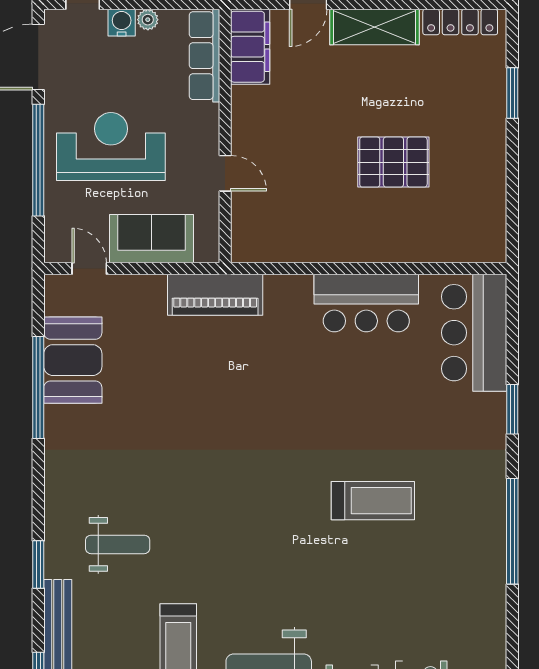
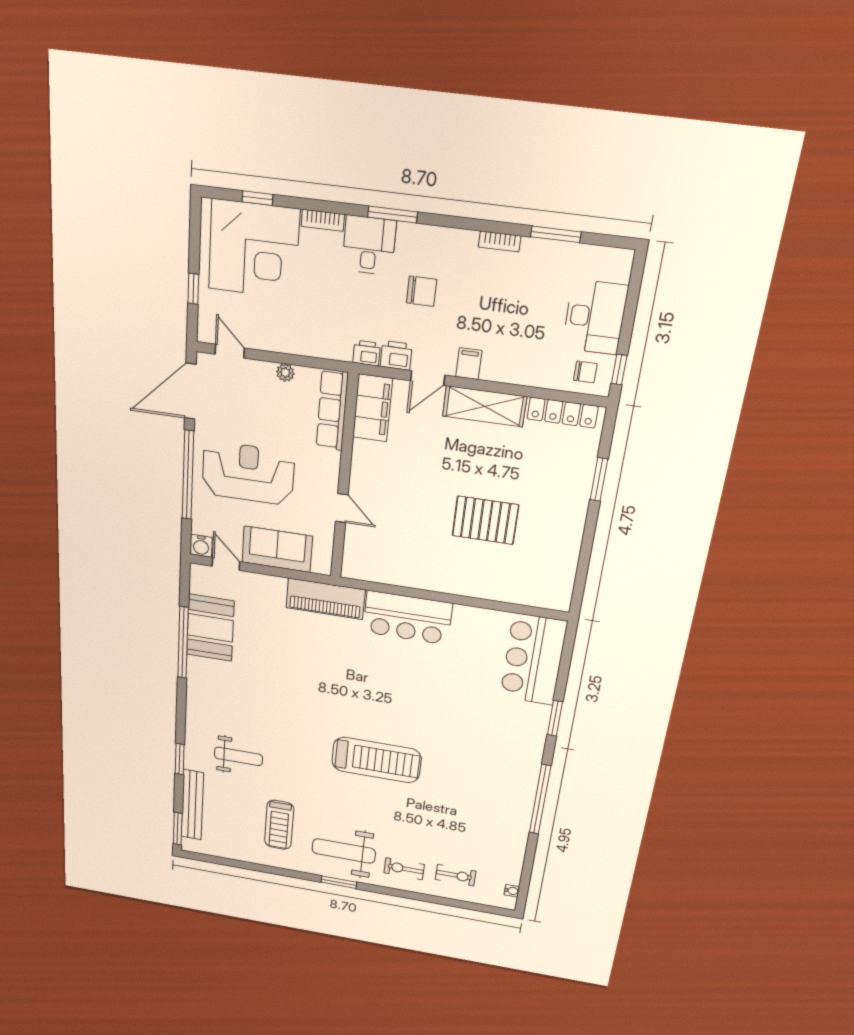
water cooler: (122, 23) -> (201, 546), moved, turned 180
bar counter: (366, 303) -> (407, 618), moved
treadmill: (373, 501) -> (376, 760), moved, width x1.37, depth x1.38

